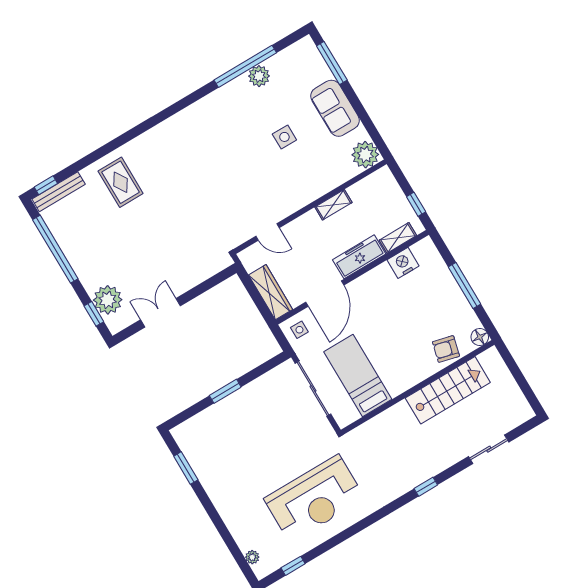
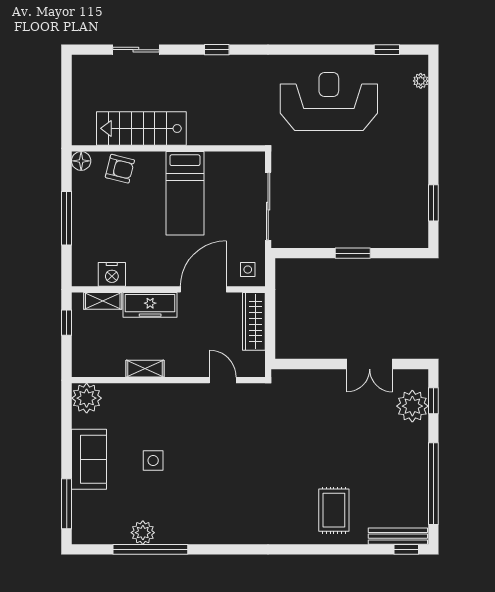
bed: (358, 376) -> (185, 193), moved

